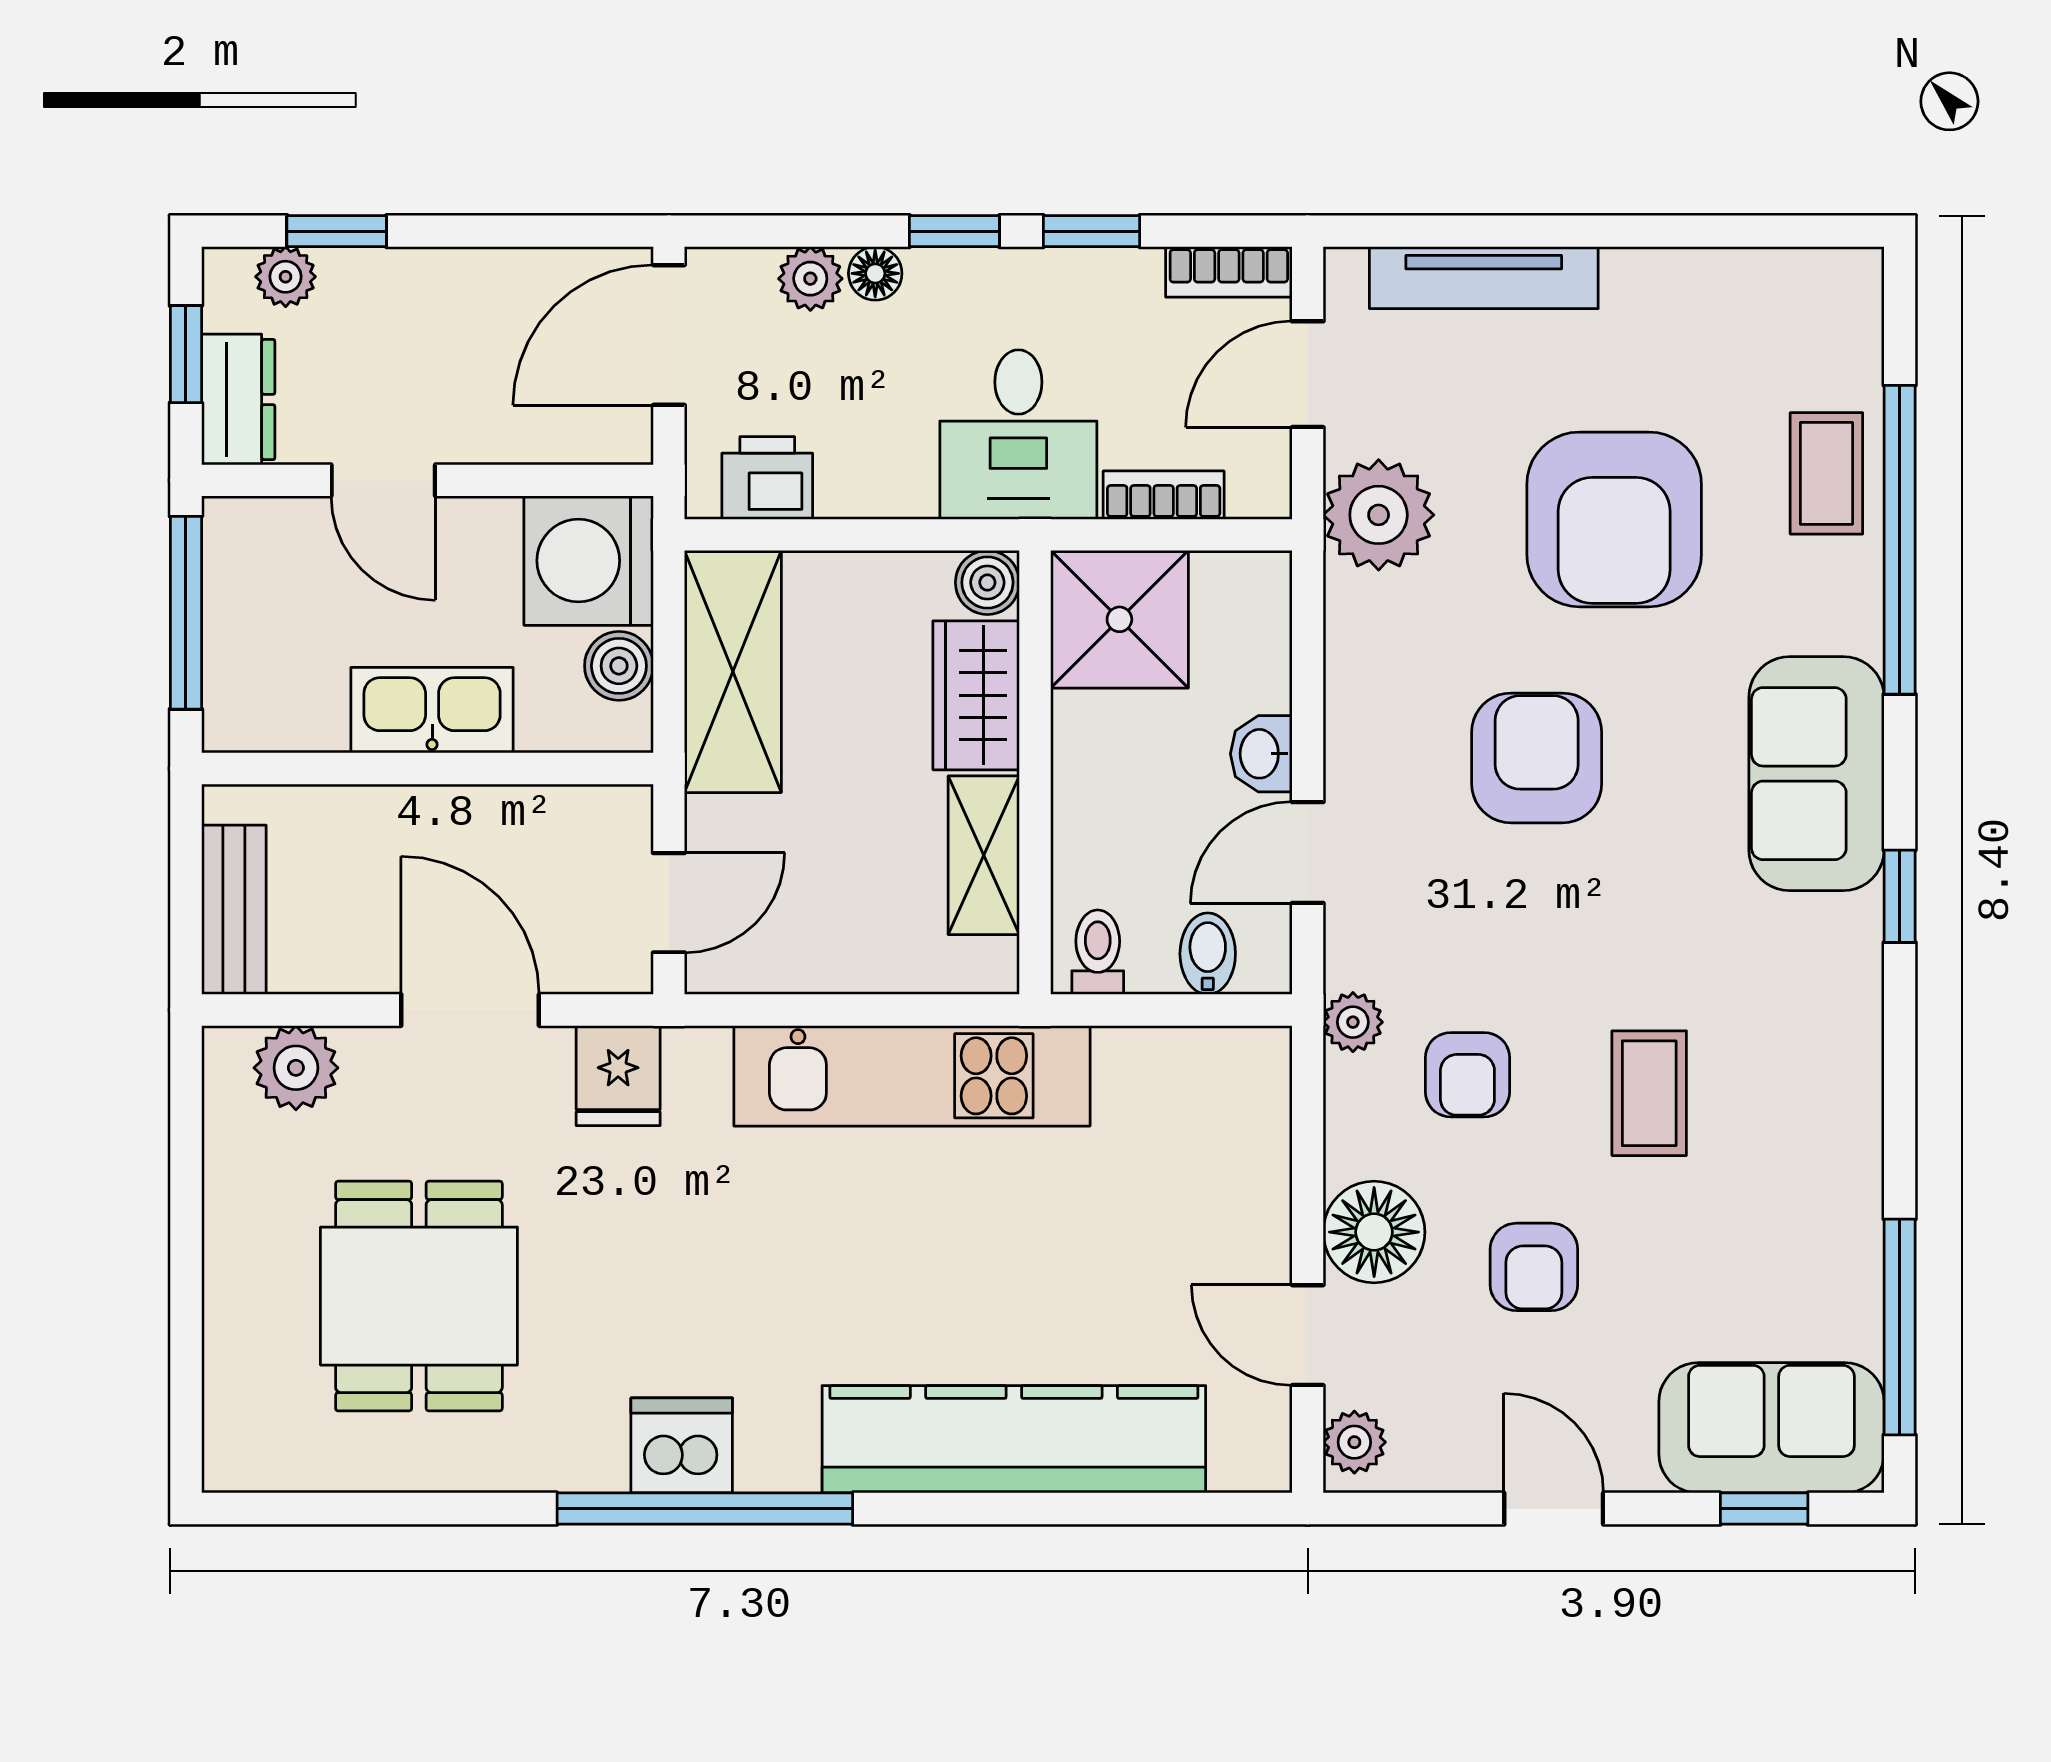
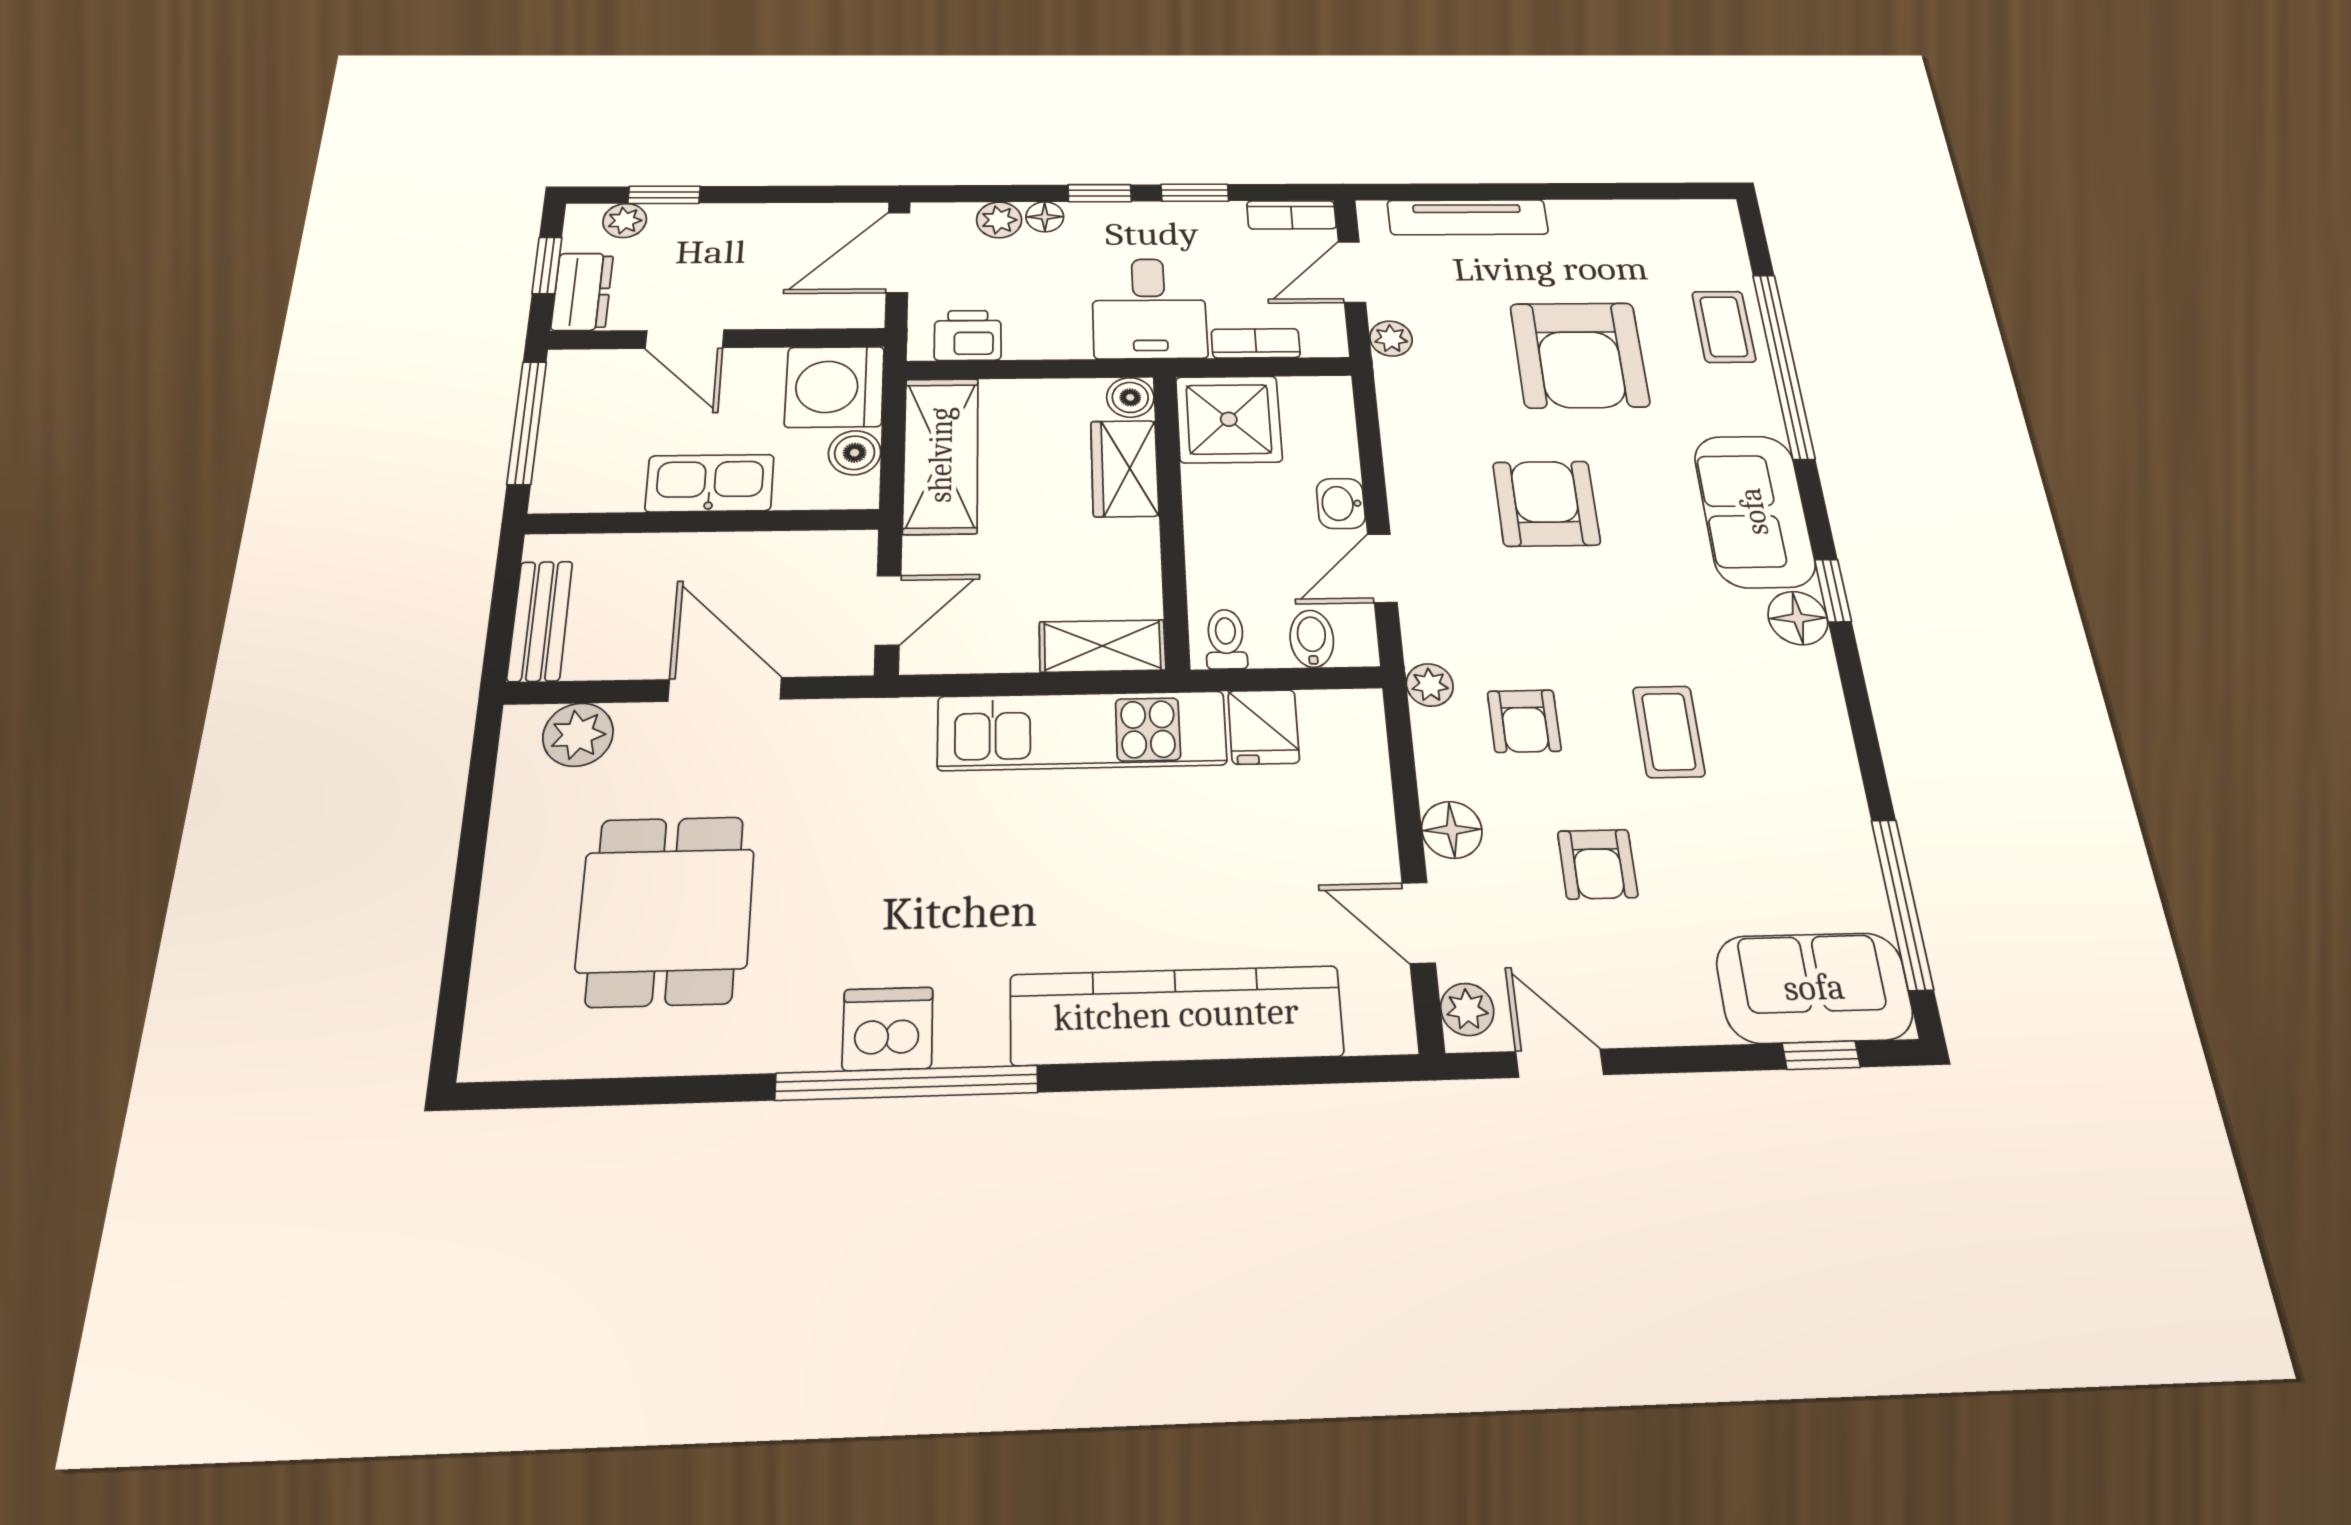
plant: (1379, 515) -> (1391, 339), width x0.53, depth x0.53
shelving: (984, 855) -> (1102, 646), moved, turned 90
floor lamp: (1845, 936) -> (1798, 618), added
fridge: (618, 1076) -> (1264, 727), moved
floor lamp: (1374, 1232) -> (1452, 830), width x0.73, depth x0.73
door: (1554, 1509) -> (1560, 1063), moved

